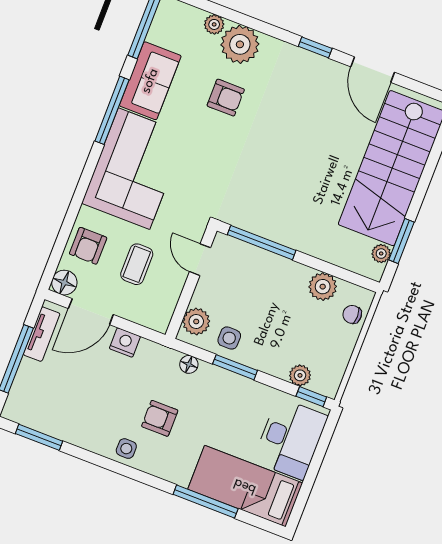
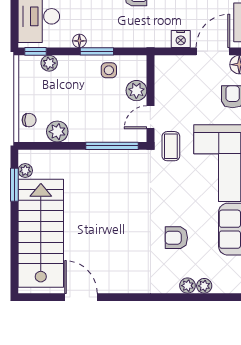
plant: (240, 44) -> (187, 286), width x0.53, depth x0.53
window: (315, 47) -> (127, 297), removed
door: (200, 260) -> (150, 117), swing flipped
coffee table: (137, 264) -> (171, 146), moved
plant: (196, 321) -> (136, 91), moved
floor lamp: (189, 364) -> (79, 41), moved

